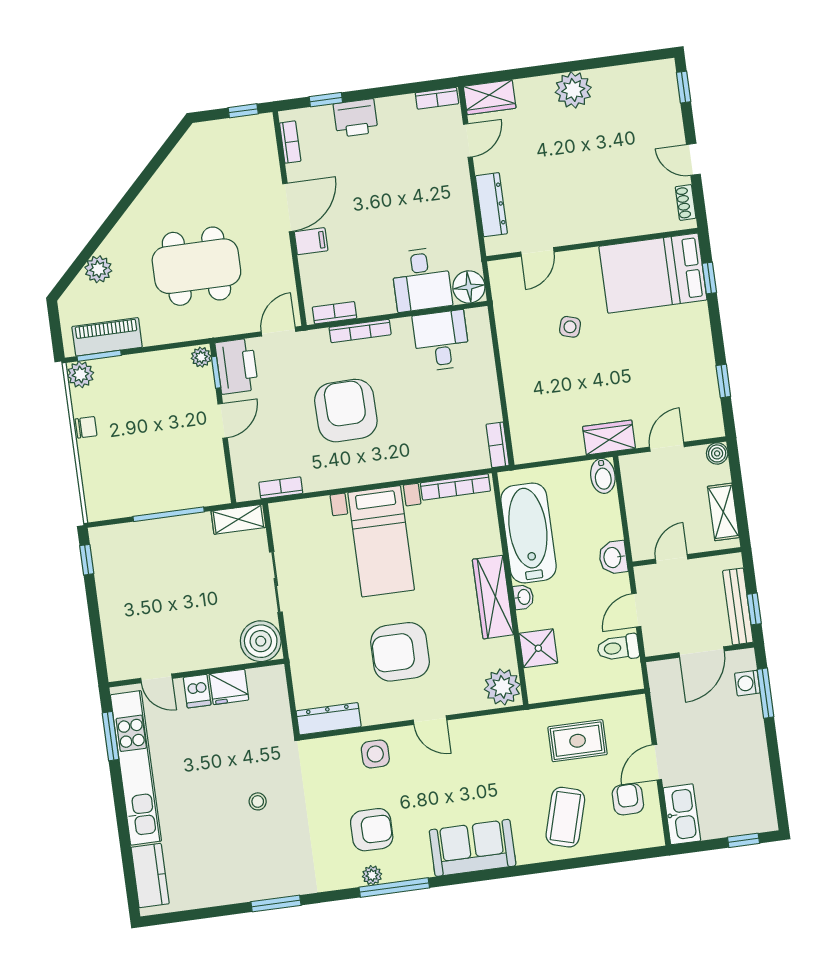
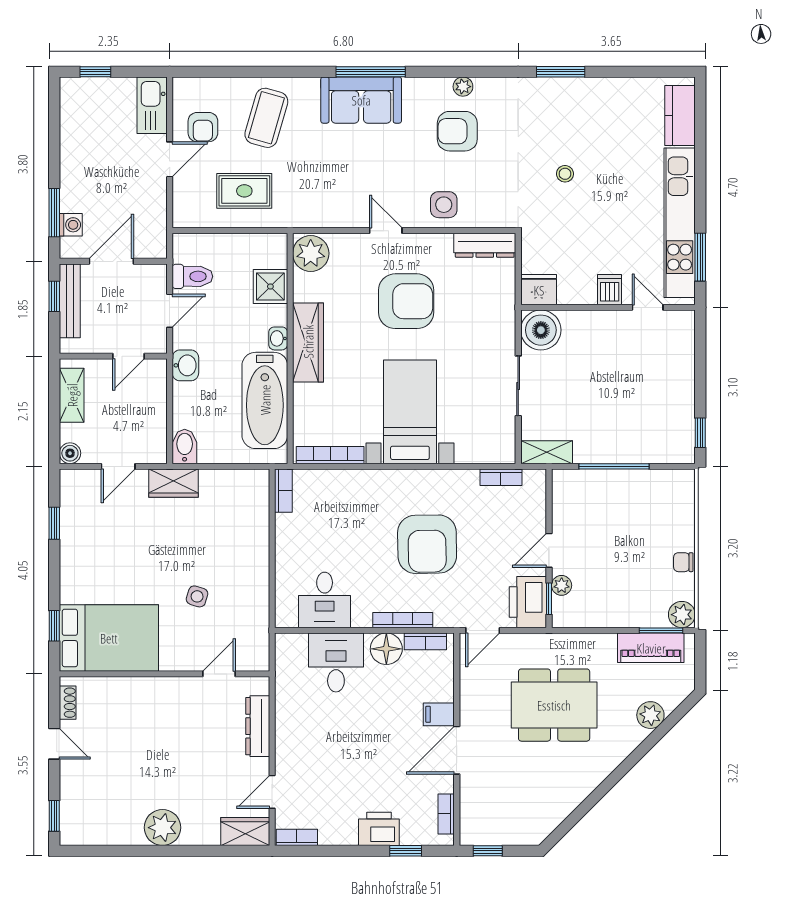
floor lamp: (469, 287) -> (386, 649), moved
plant: (201, 357) -> (562, 585), moved
fridge: (229, 687) -> (539, 290), moved
window: (394, 888) -> (371, 72), moved

